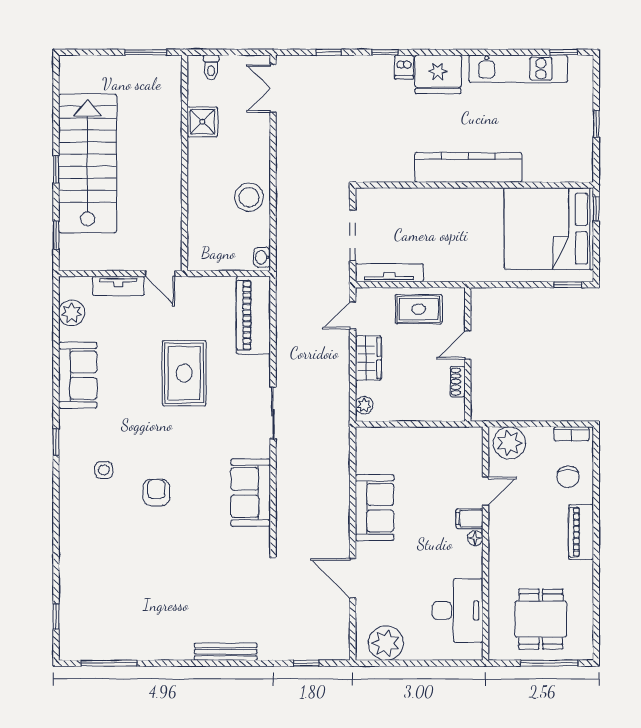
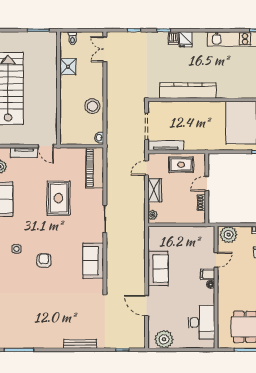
fridge: (438, 74) -> (186, 39), width x0.53, depth x0.75
kitchen counter: (468, 167) -> (188, 91), moved

